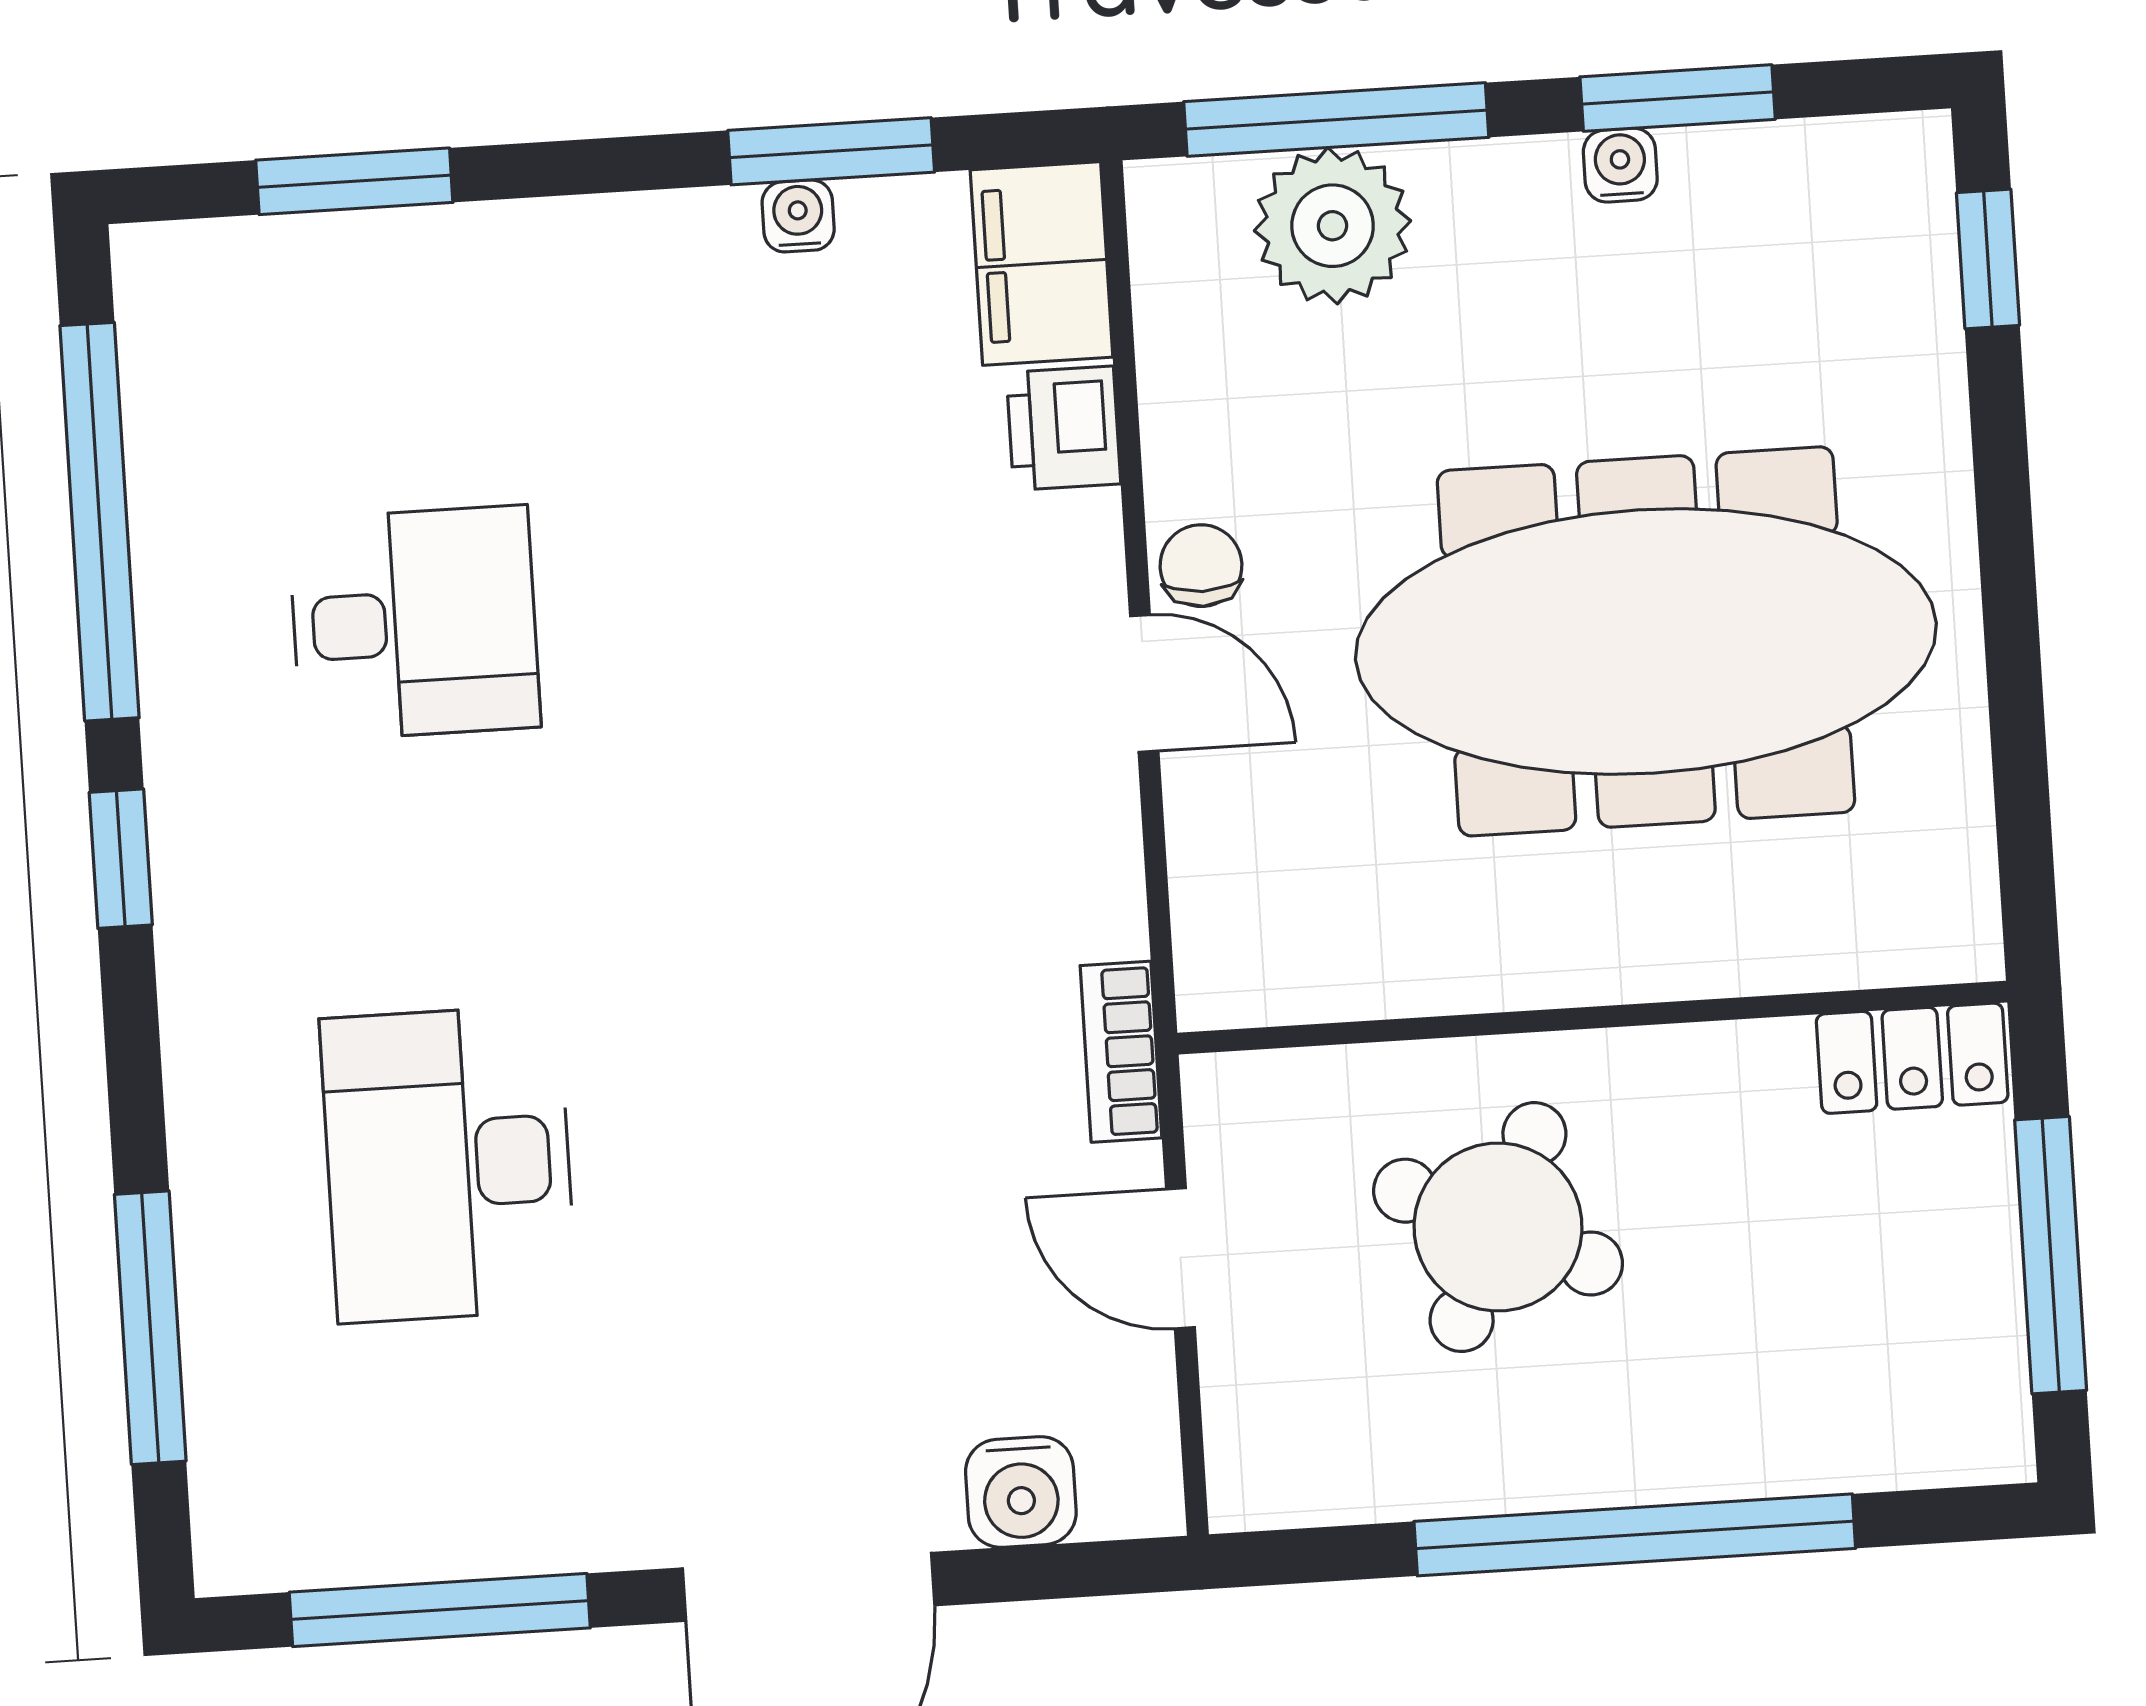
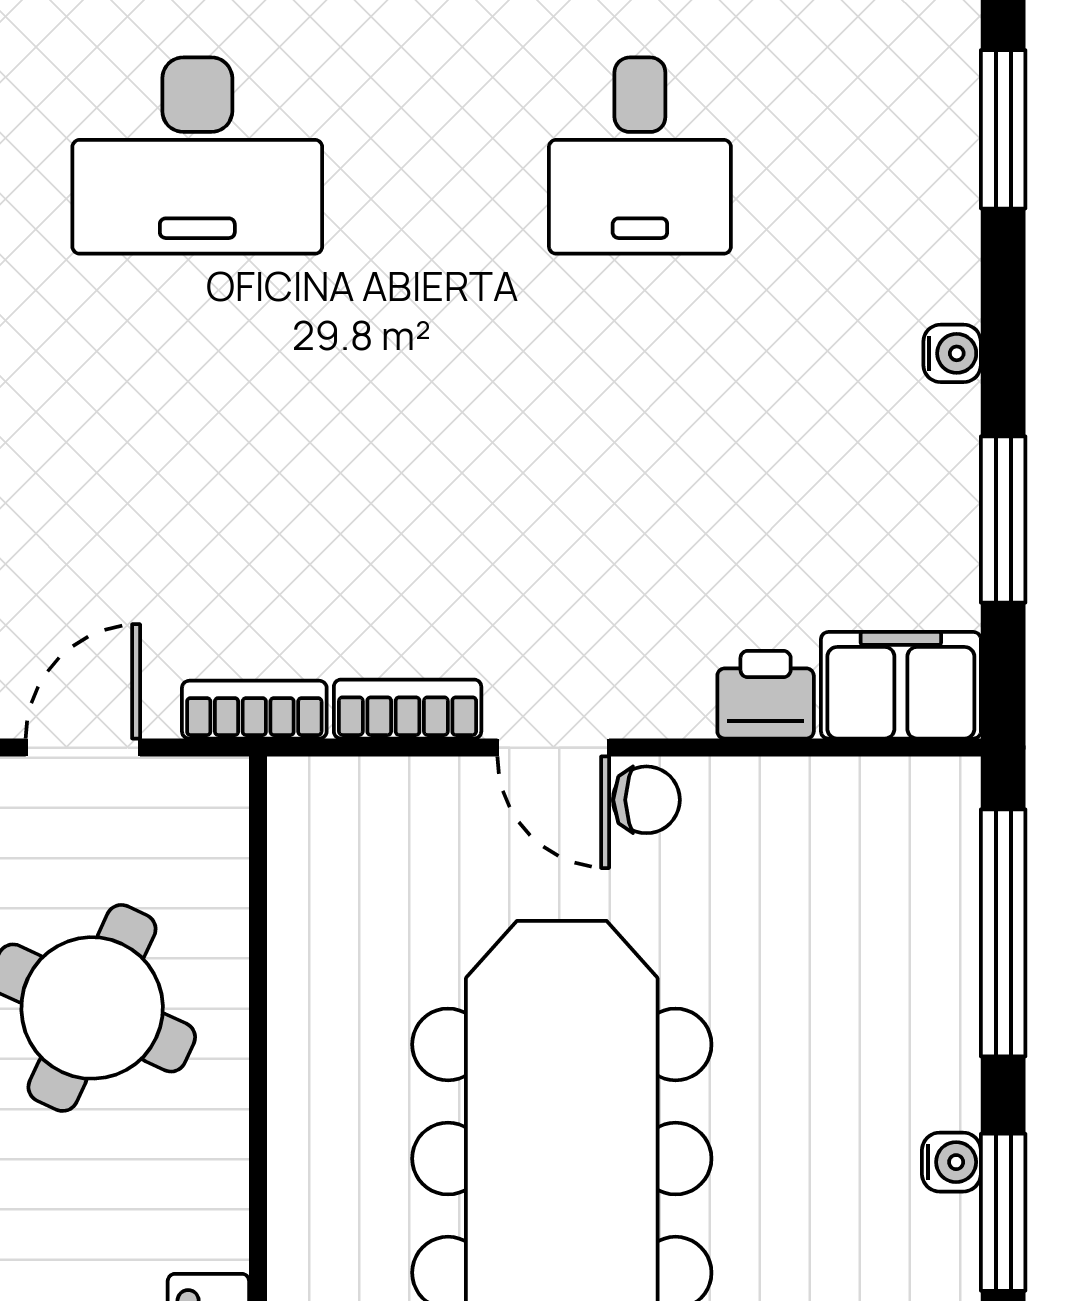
water cooler: (798, 216) -> (952, 353), moved
plant: (1333, 226) -> (917, 924), removed
door: (1144, 683) -> (553, 748), hinge flipped
bookcase: (1109, 864) -> (408, 709), added
desk: (448, 1164) -> (197, 156), turned 180

